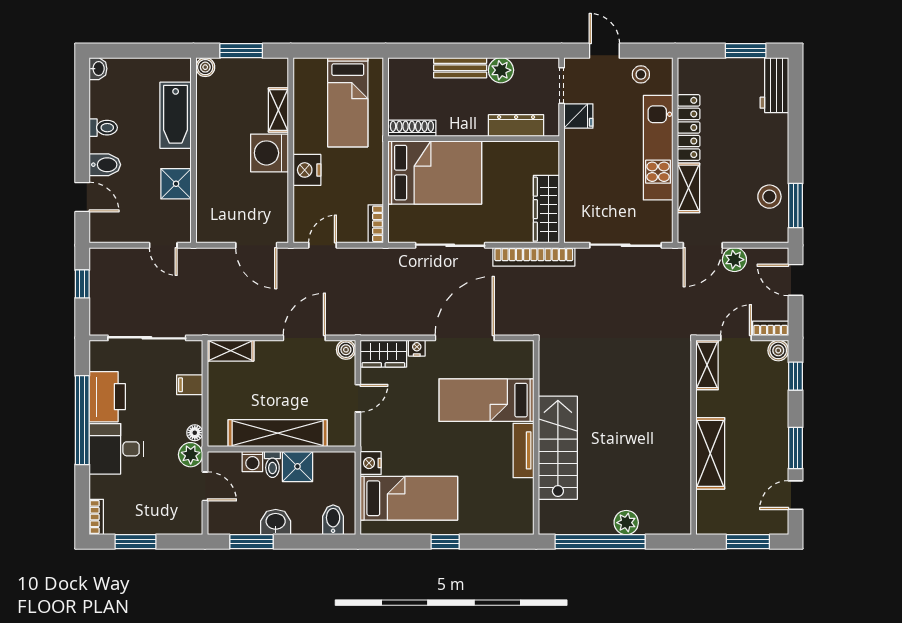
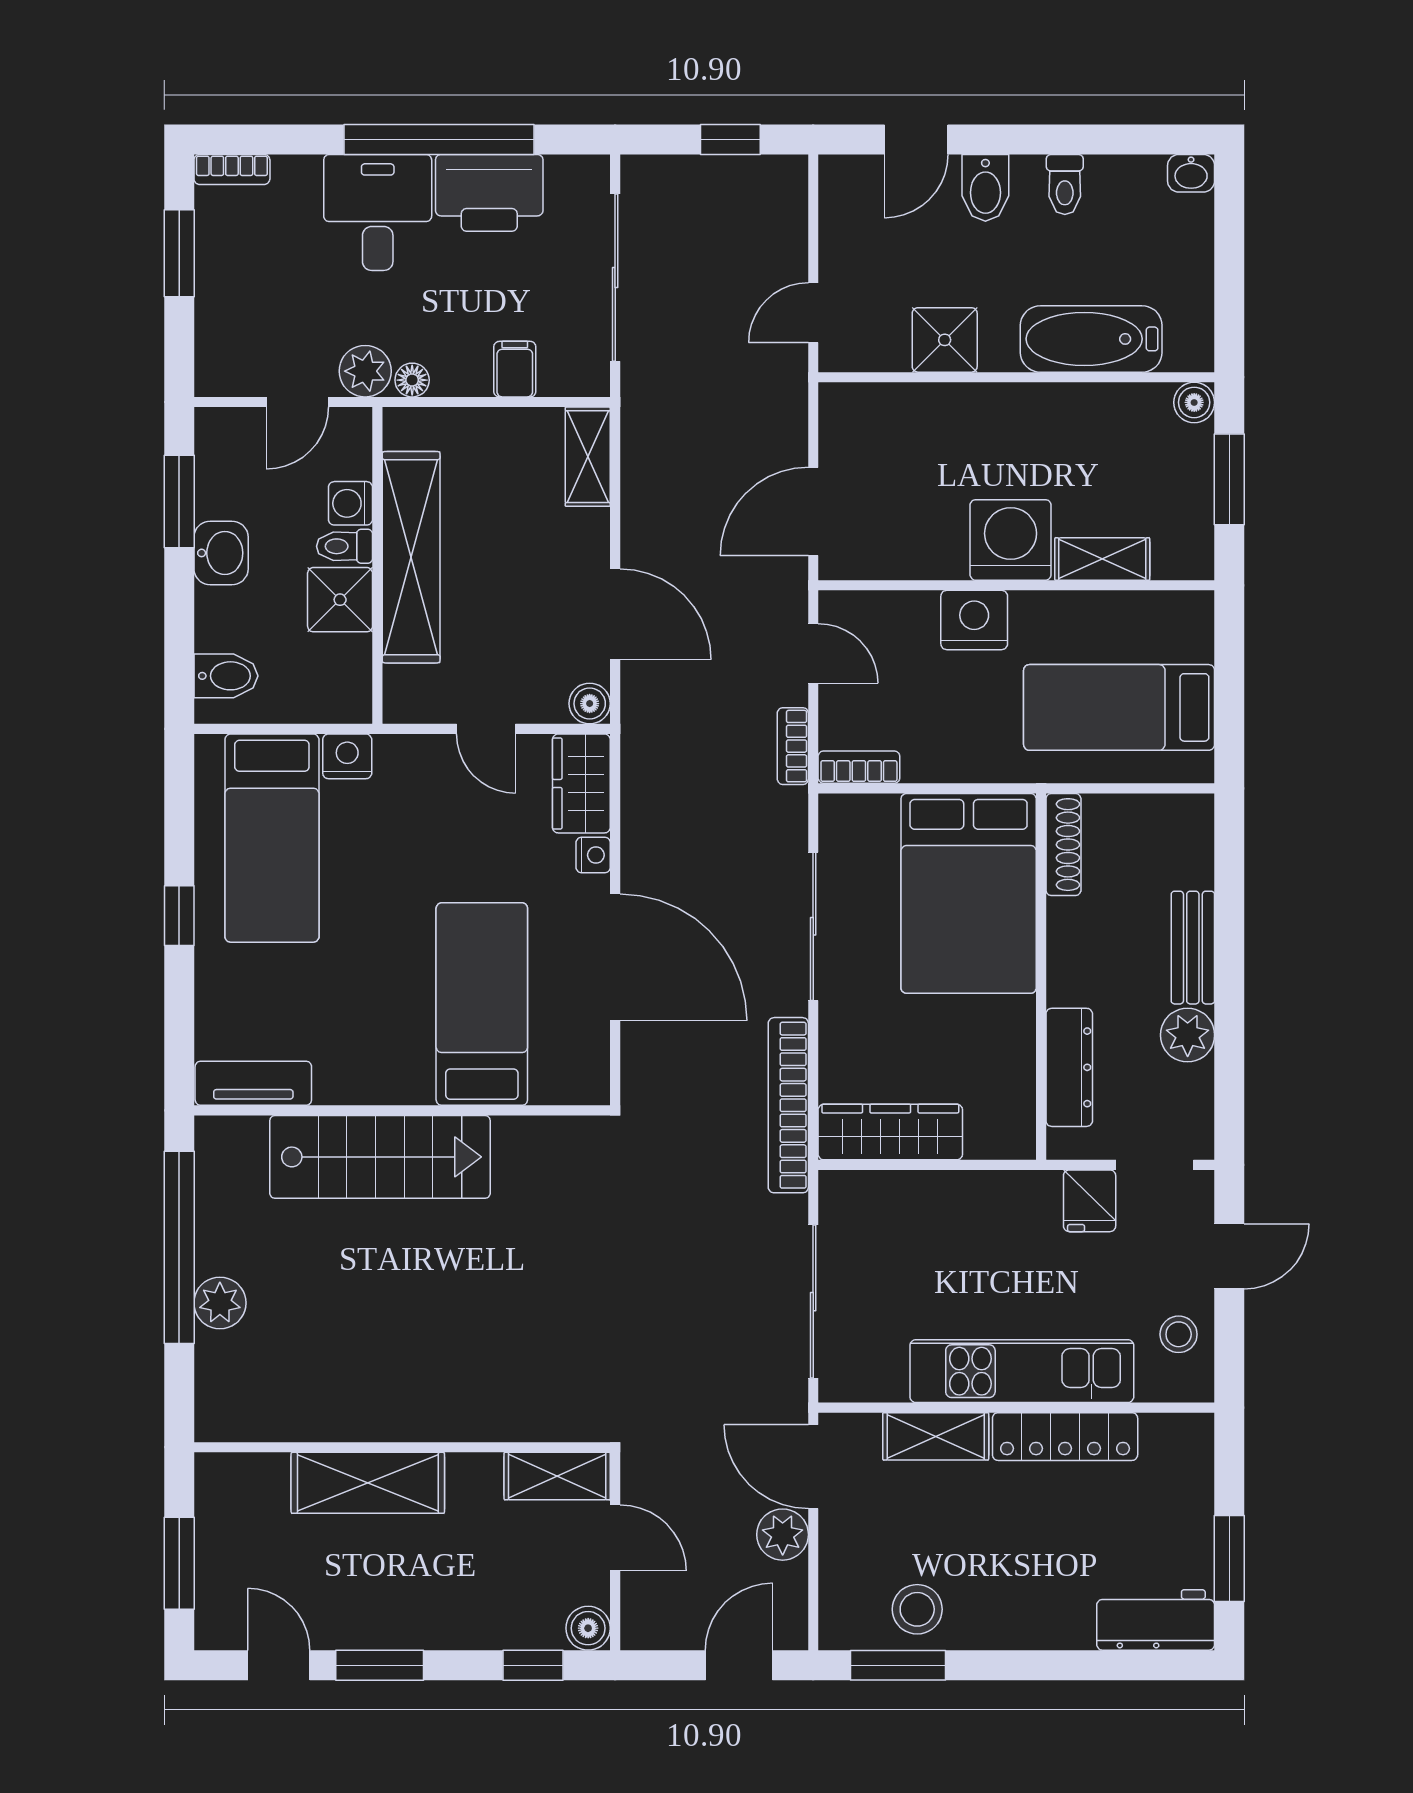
bookcase: (771, 328) -> (793, 746), moved, turned 180
tv unit: (523, 450) -> (253, 1083), moved

